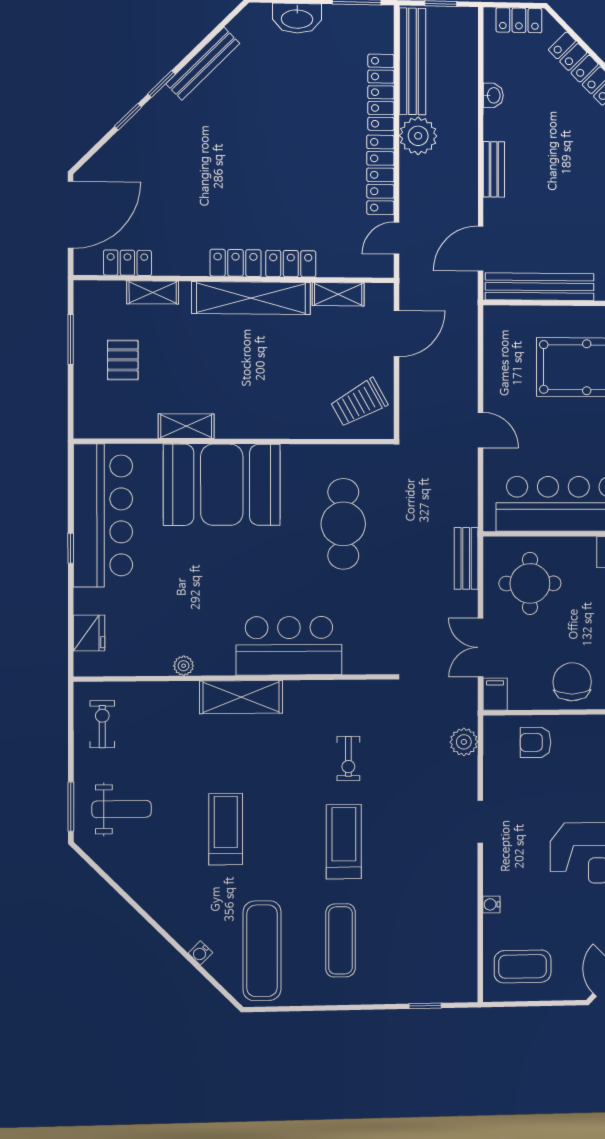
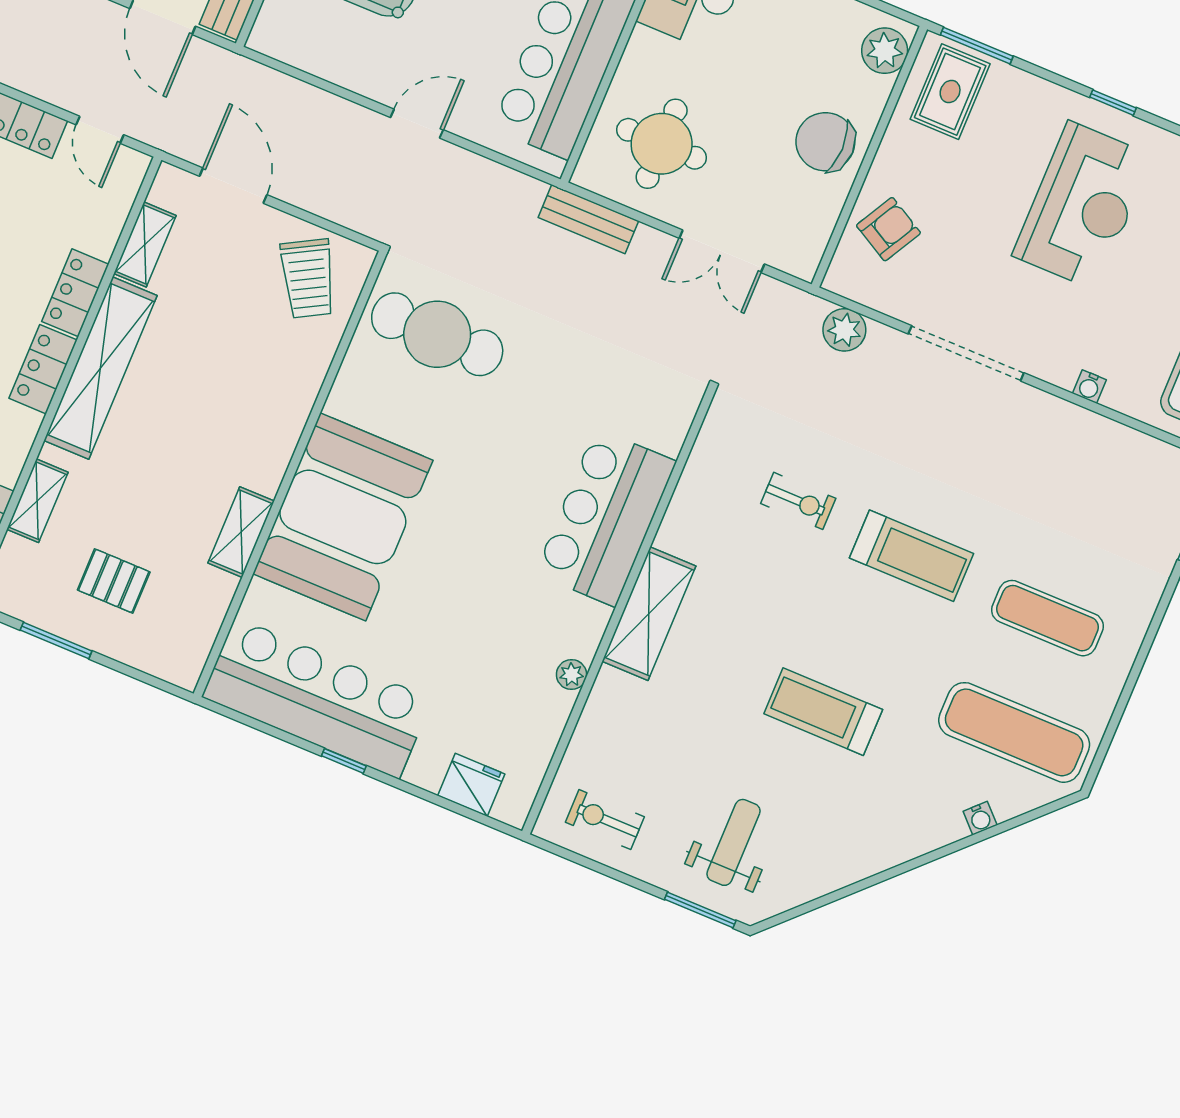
cafe table: (343, 524) -> (437, 334), moved
filing cabinet: (495, 694) -> (796, 258), removed
armchair: (536, 742) -> (888, 229), turned -151
doorway: (480, 822) -> (966, 353), width x1.88
treadmill: (344, 842) -> (912, 556), turned 180

